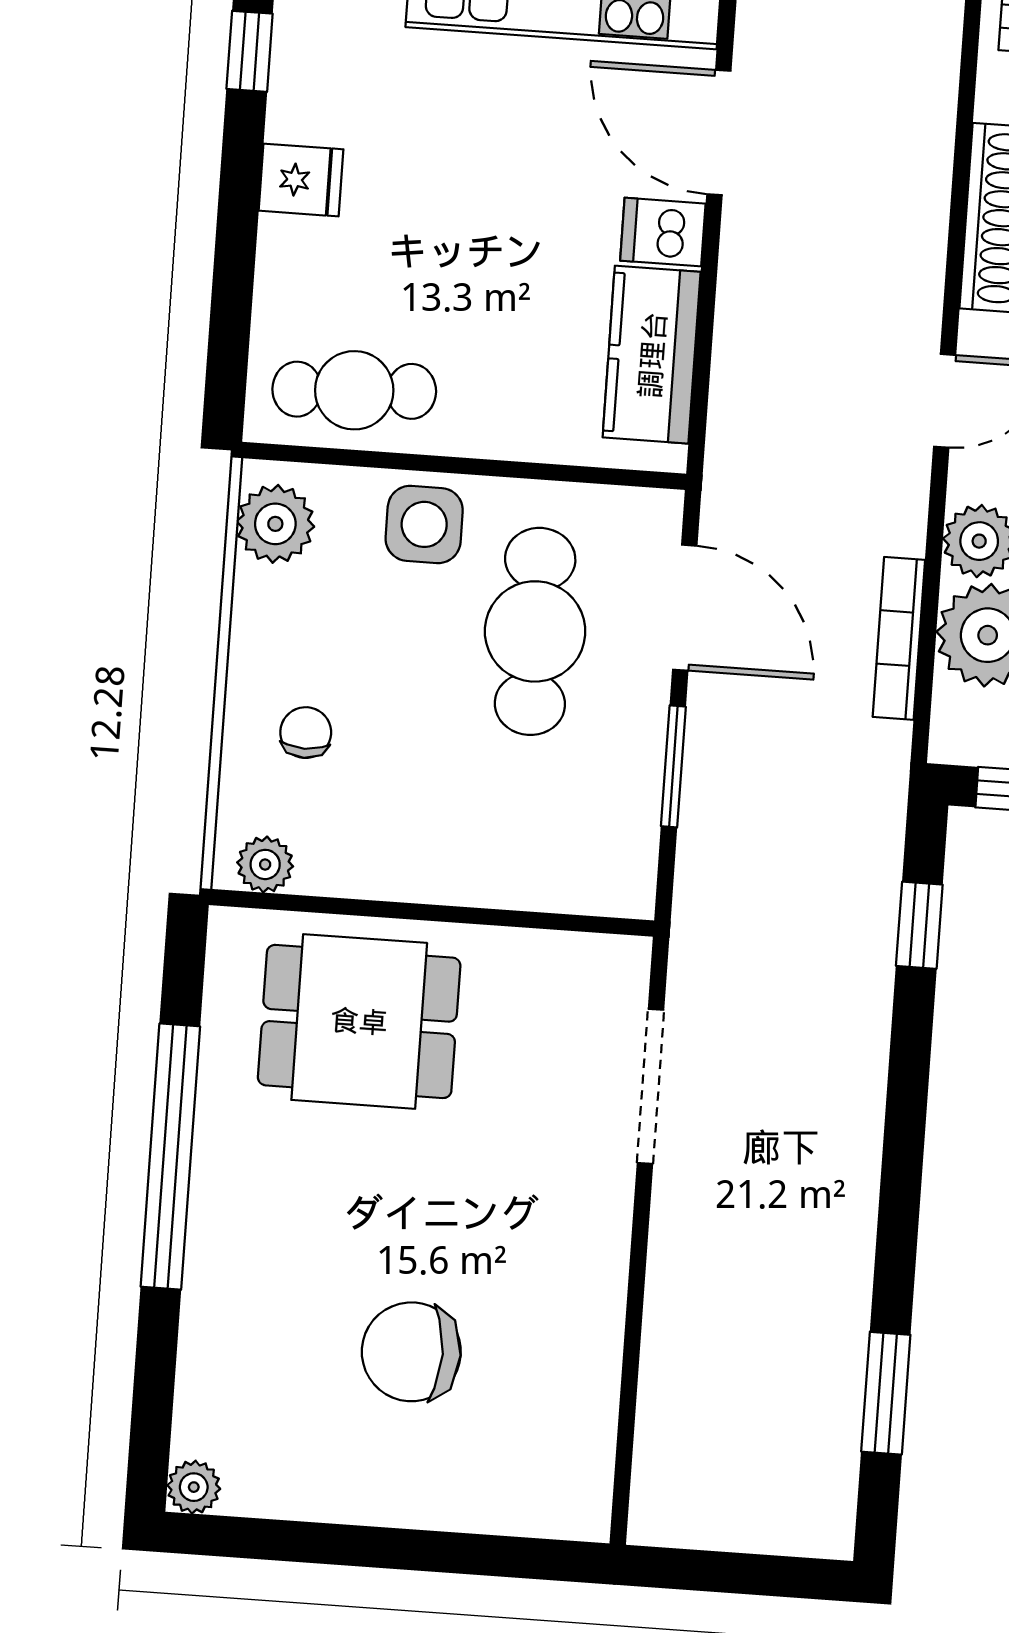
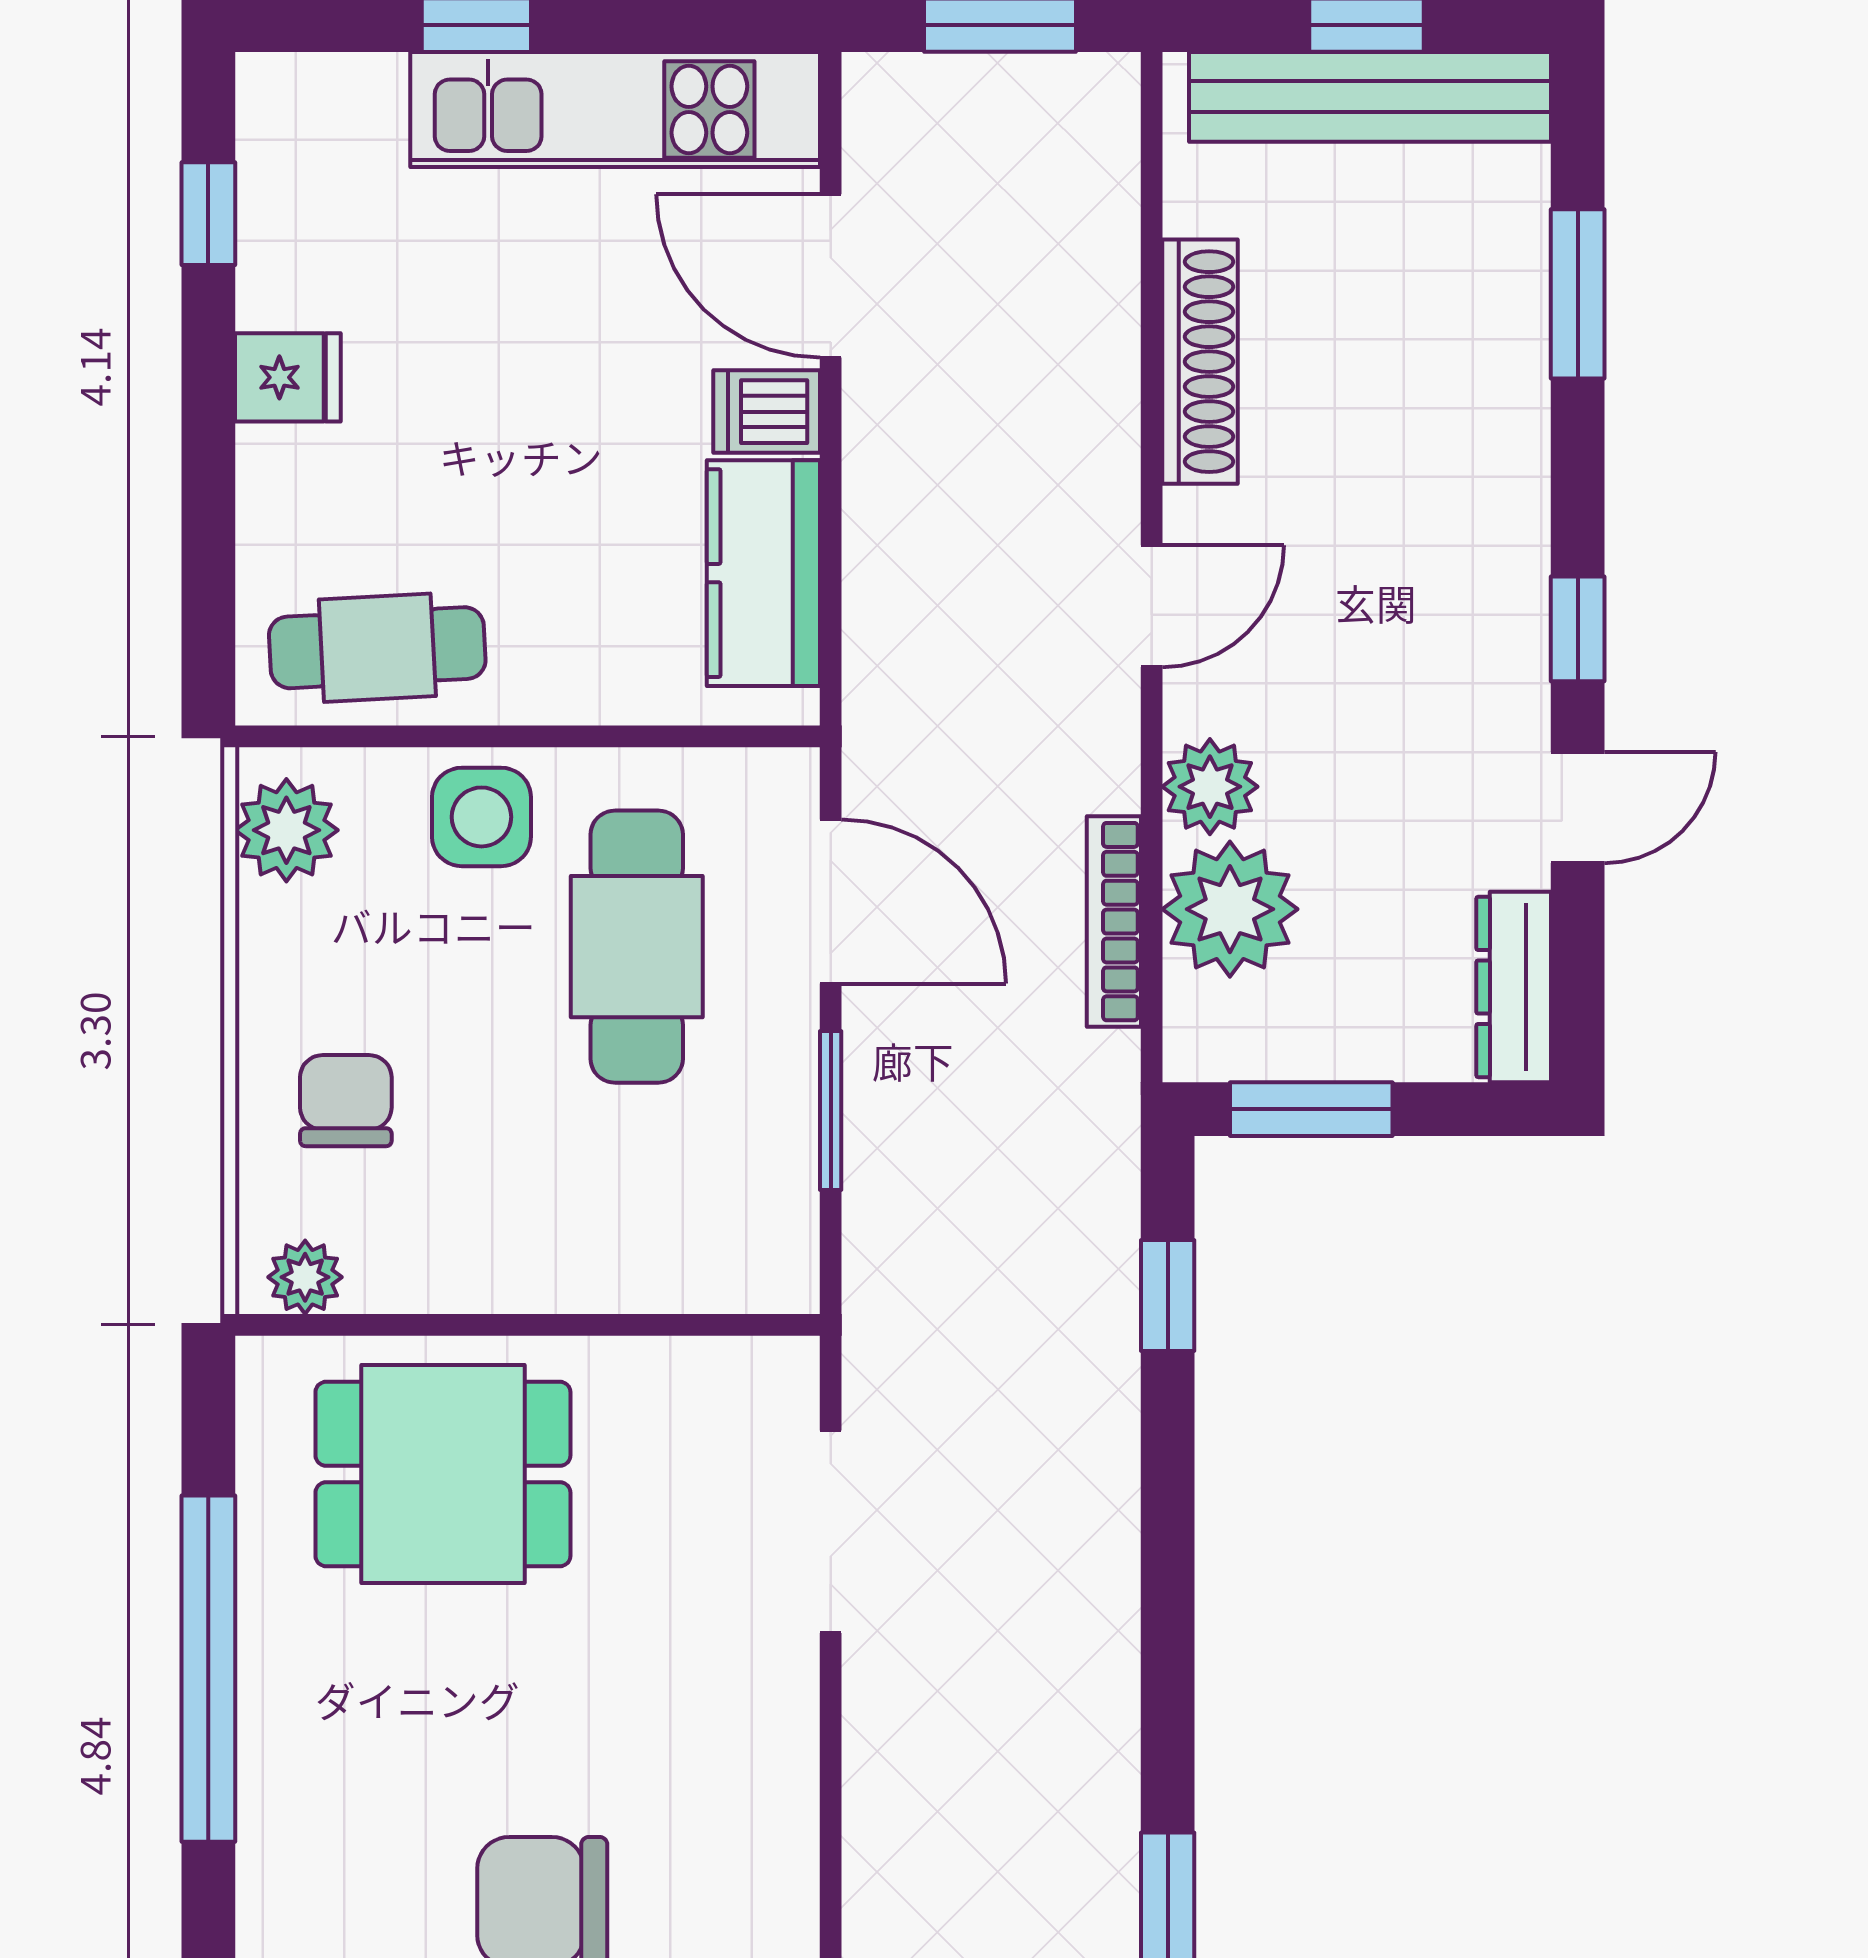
chair: (306, 733) -> (346, 1101), width x1.37, depth x1.37

